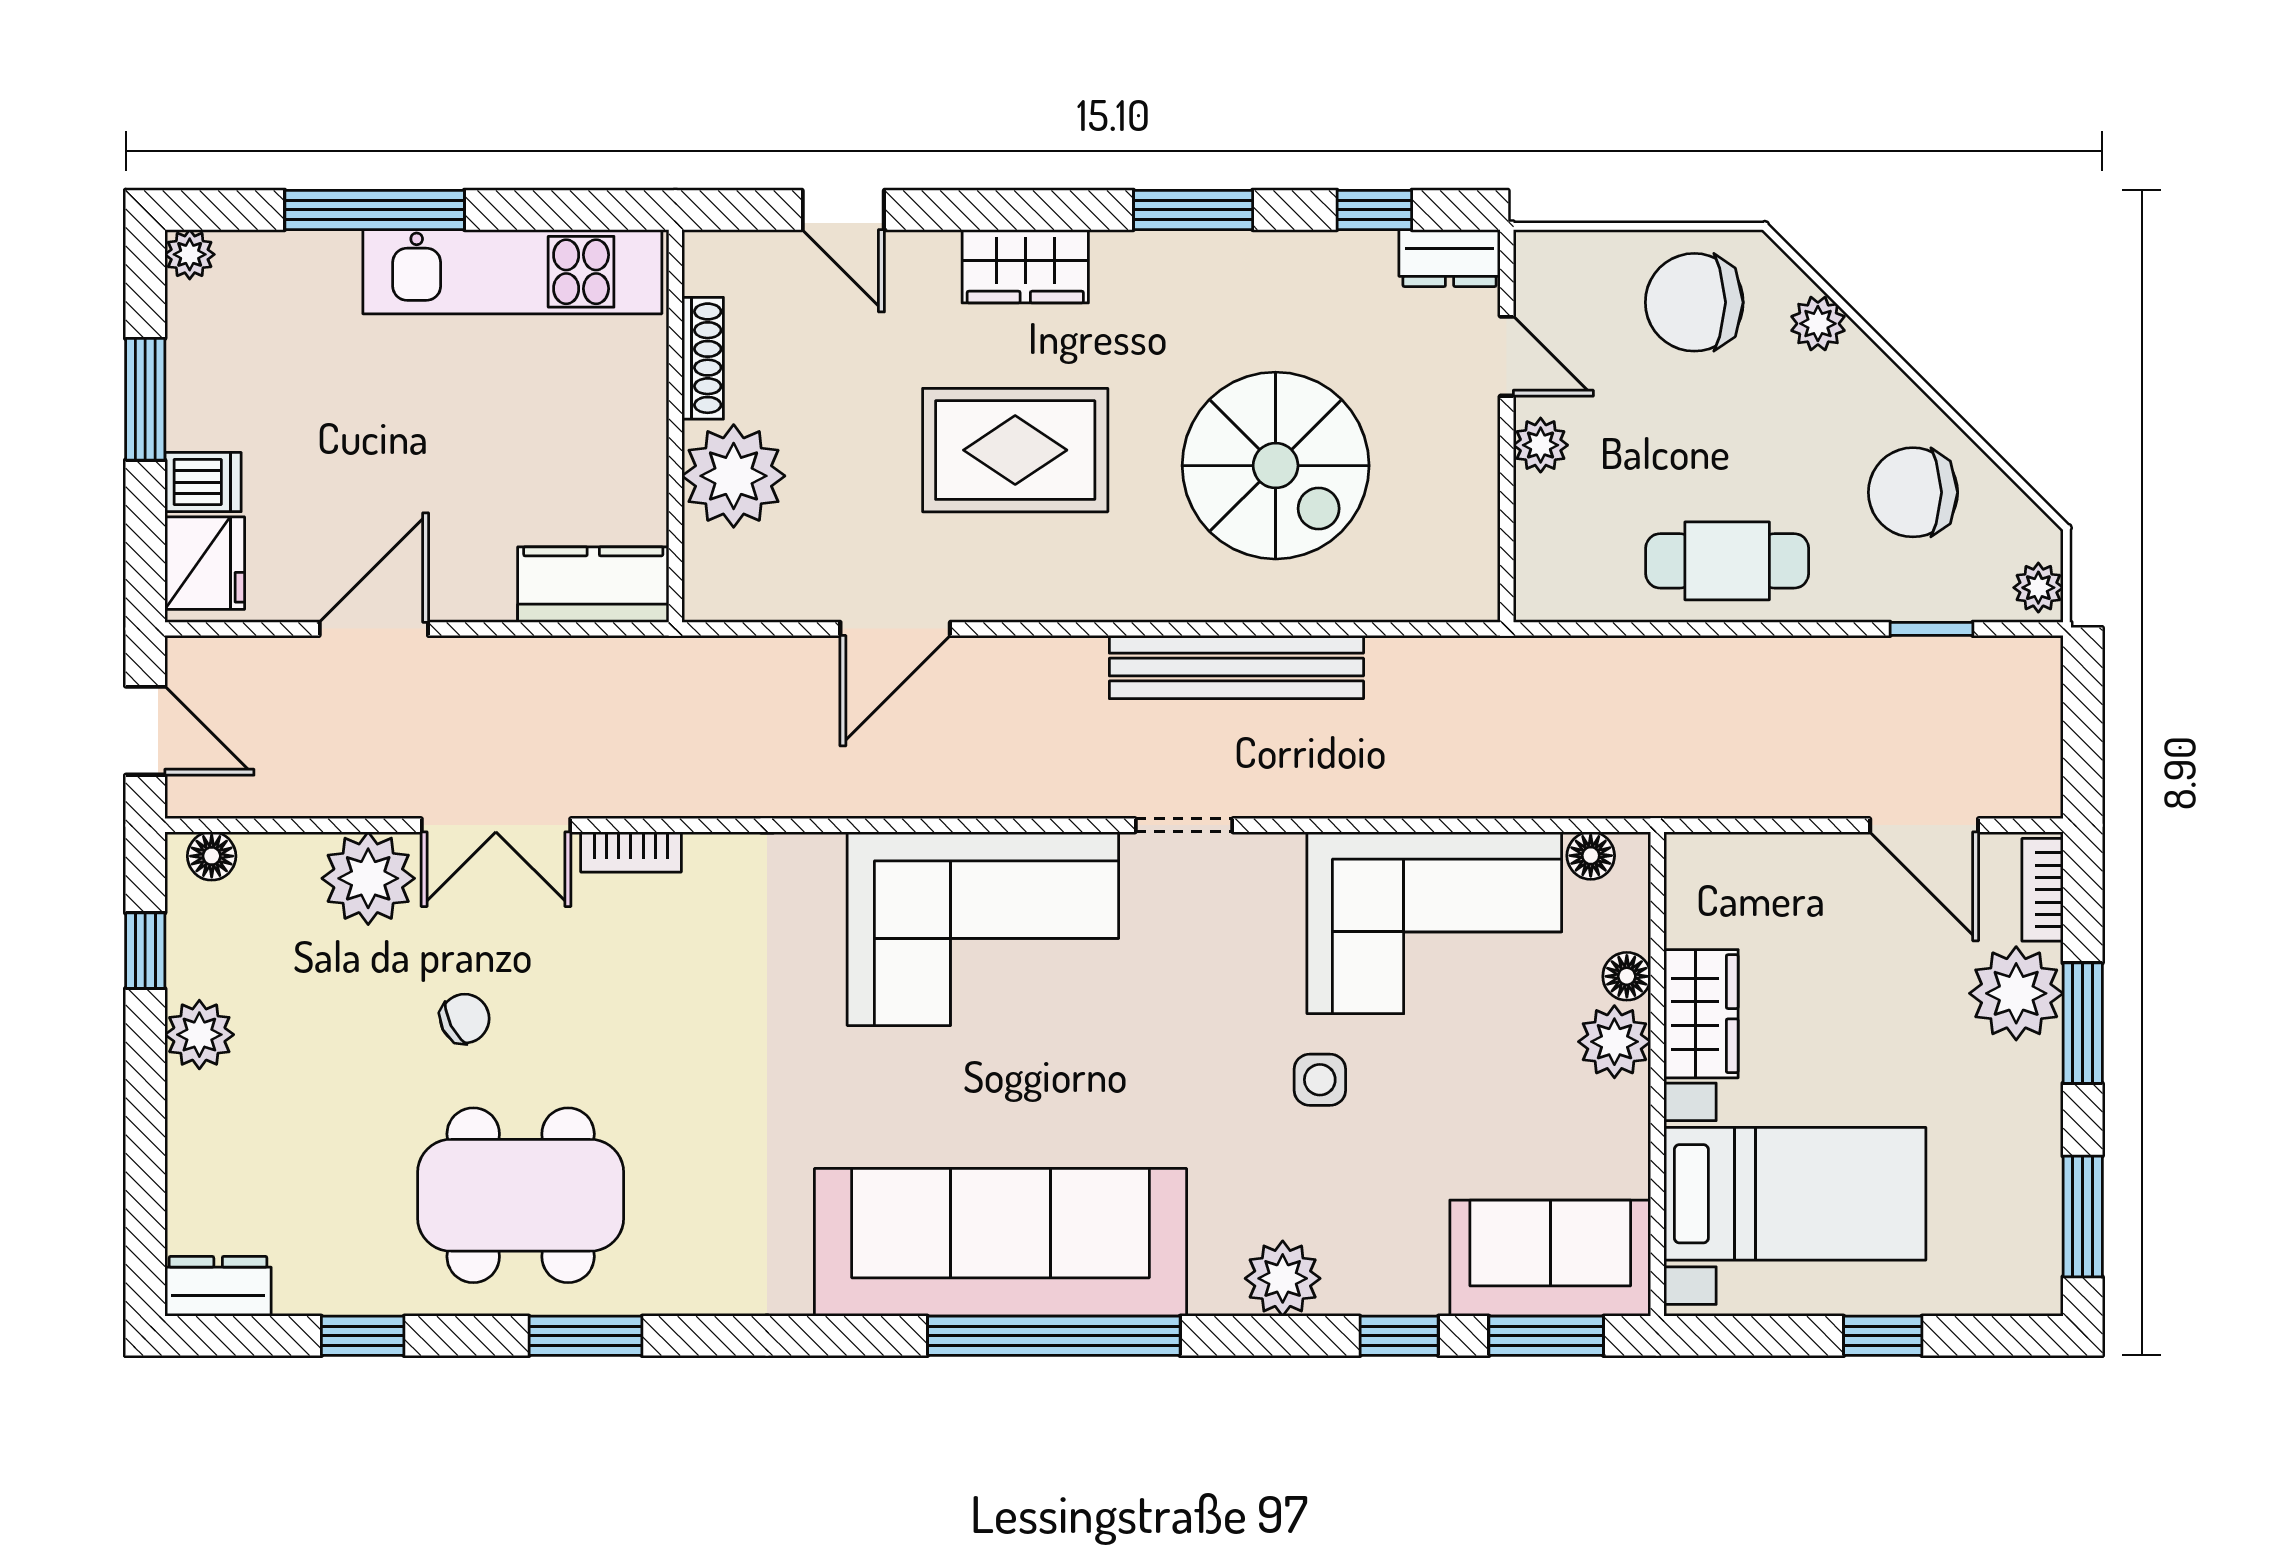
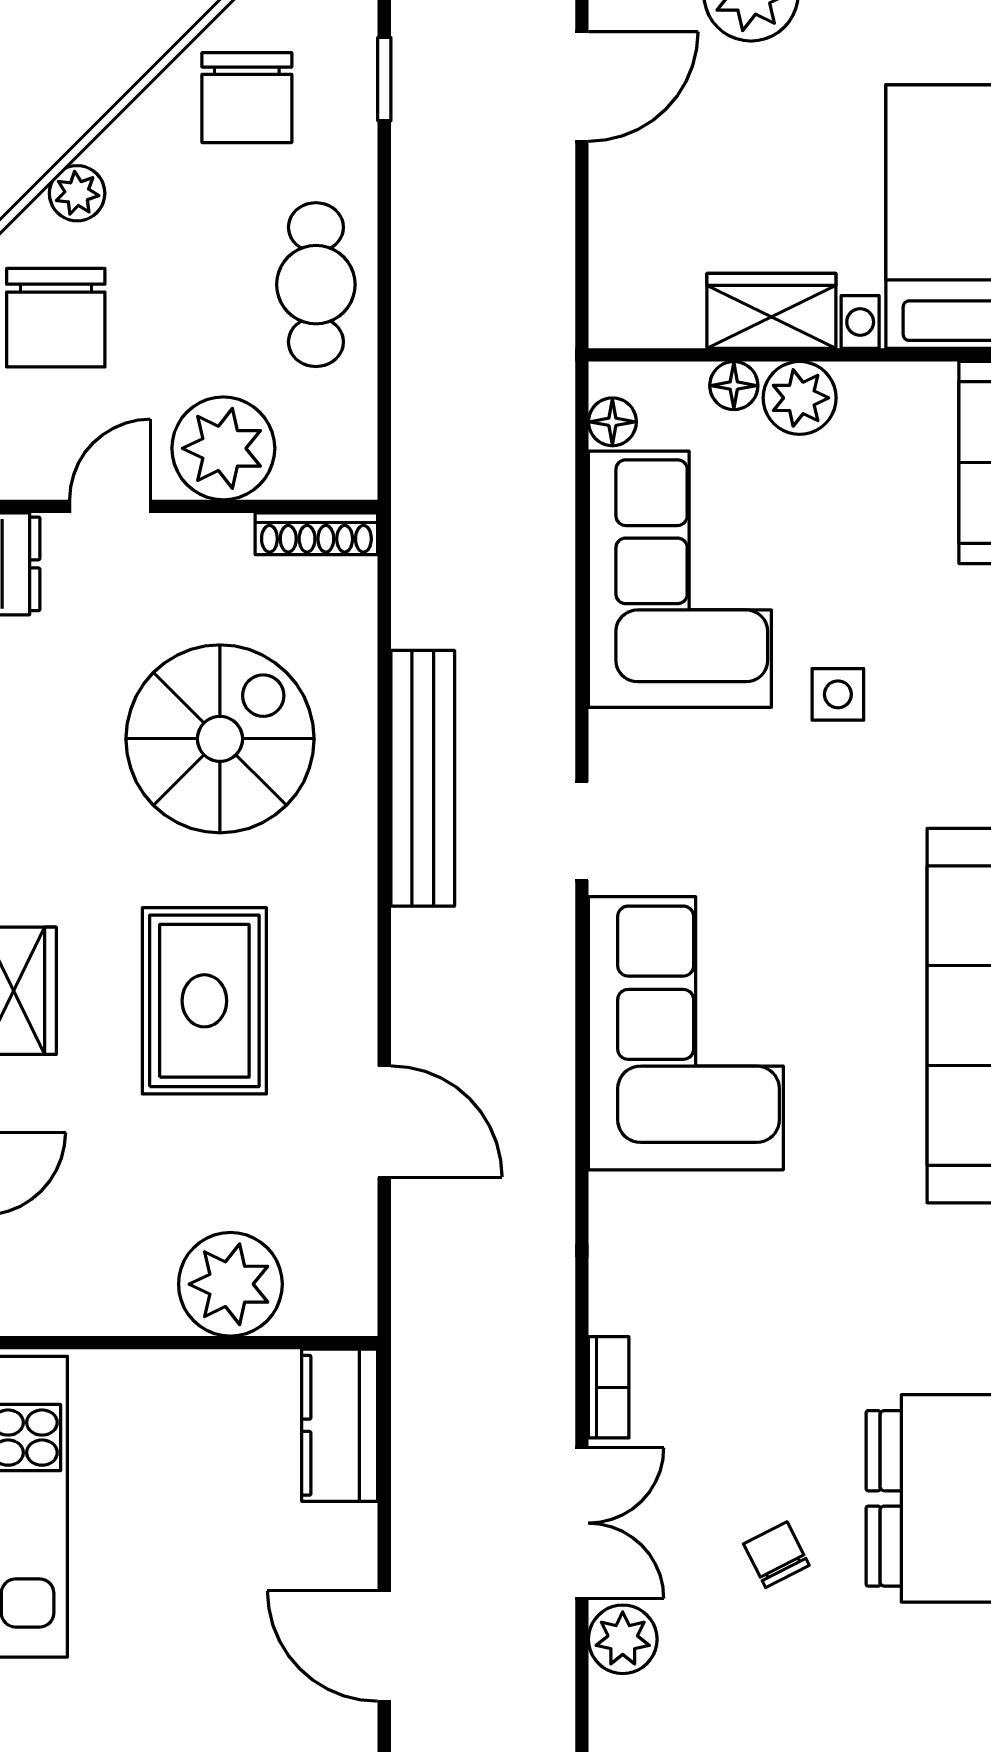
shoe rack: (703, 358) -> (316, 534), moved, turned 180
plant: (1541, 445) -> (223, 448), width x1.88, depth x1.88
plant: (368, 878) -> (623, 1639), width x0.73, depth x0.73

